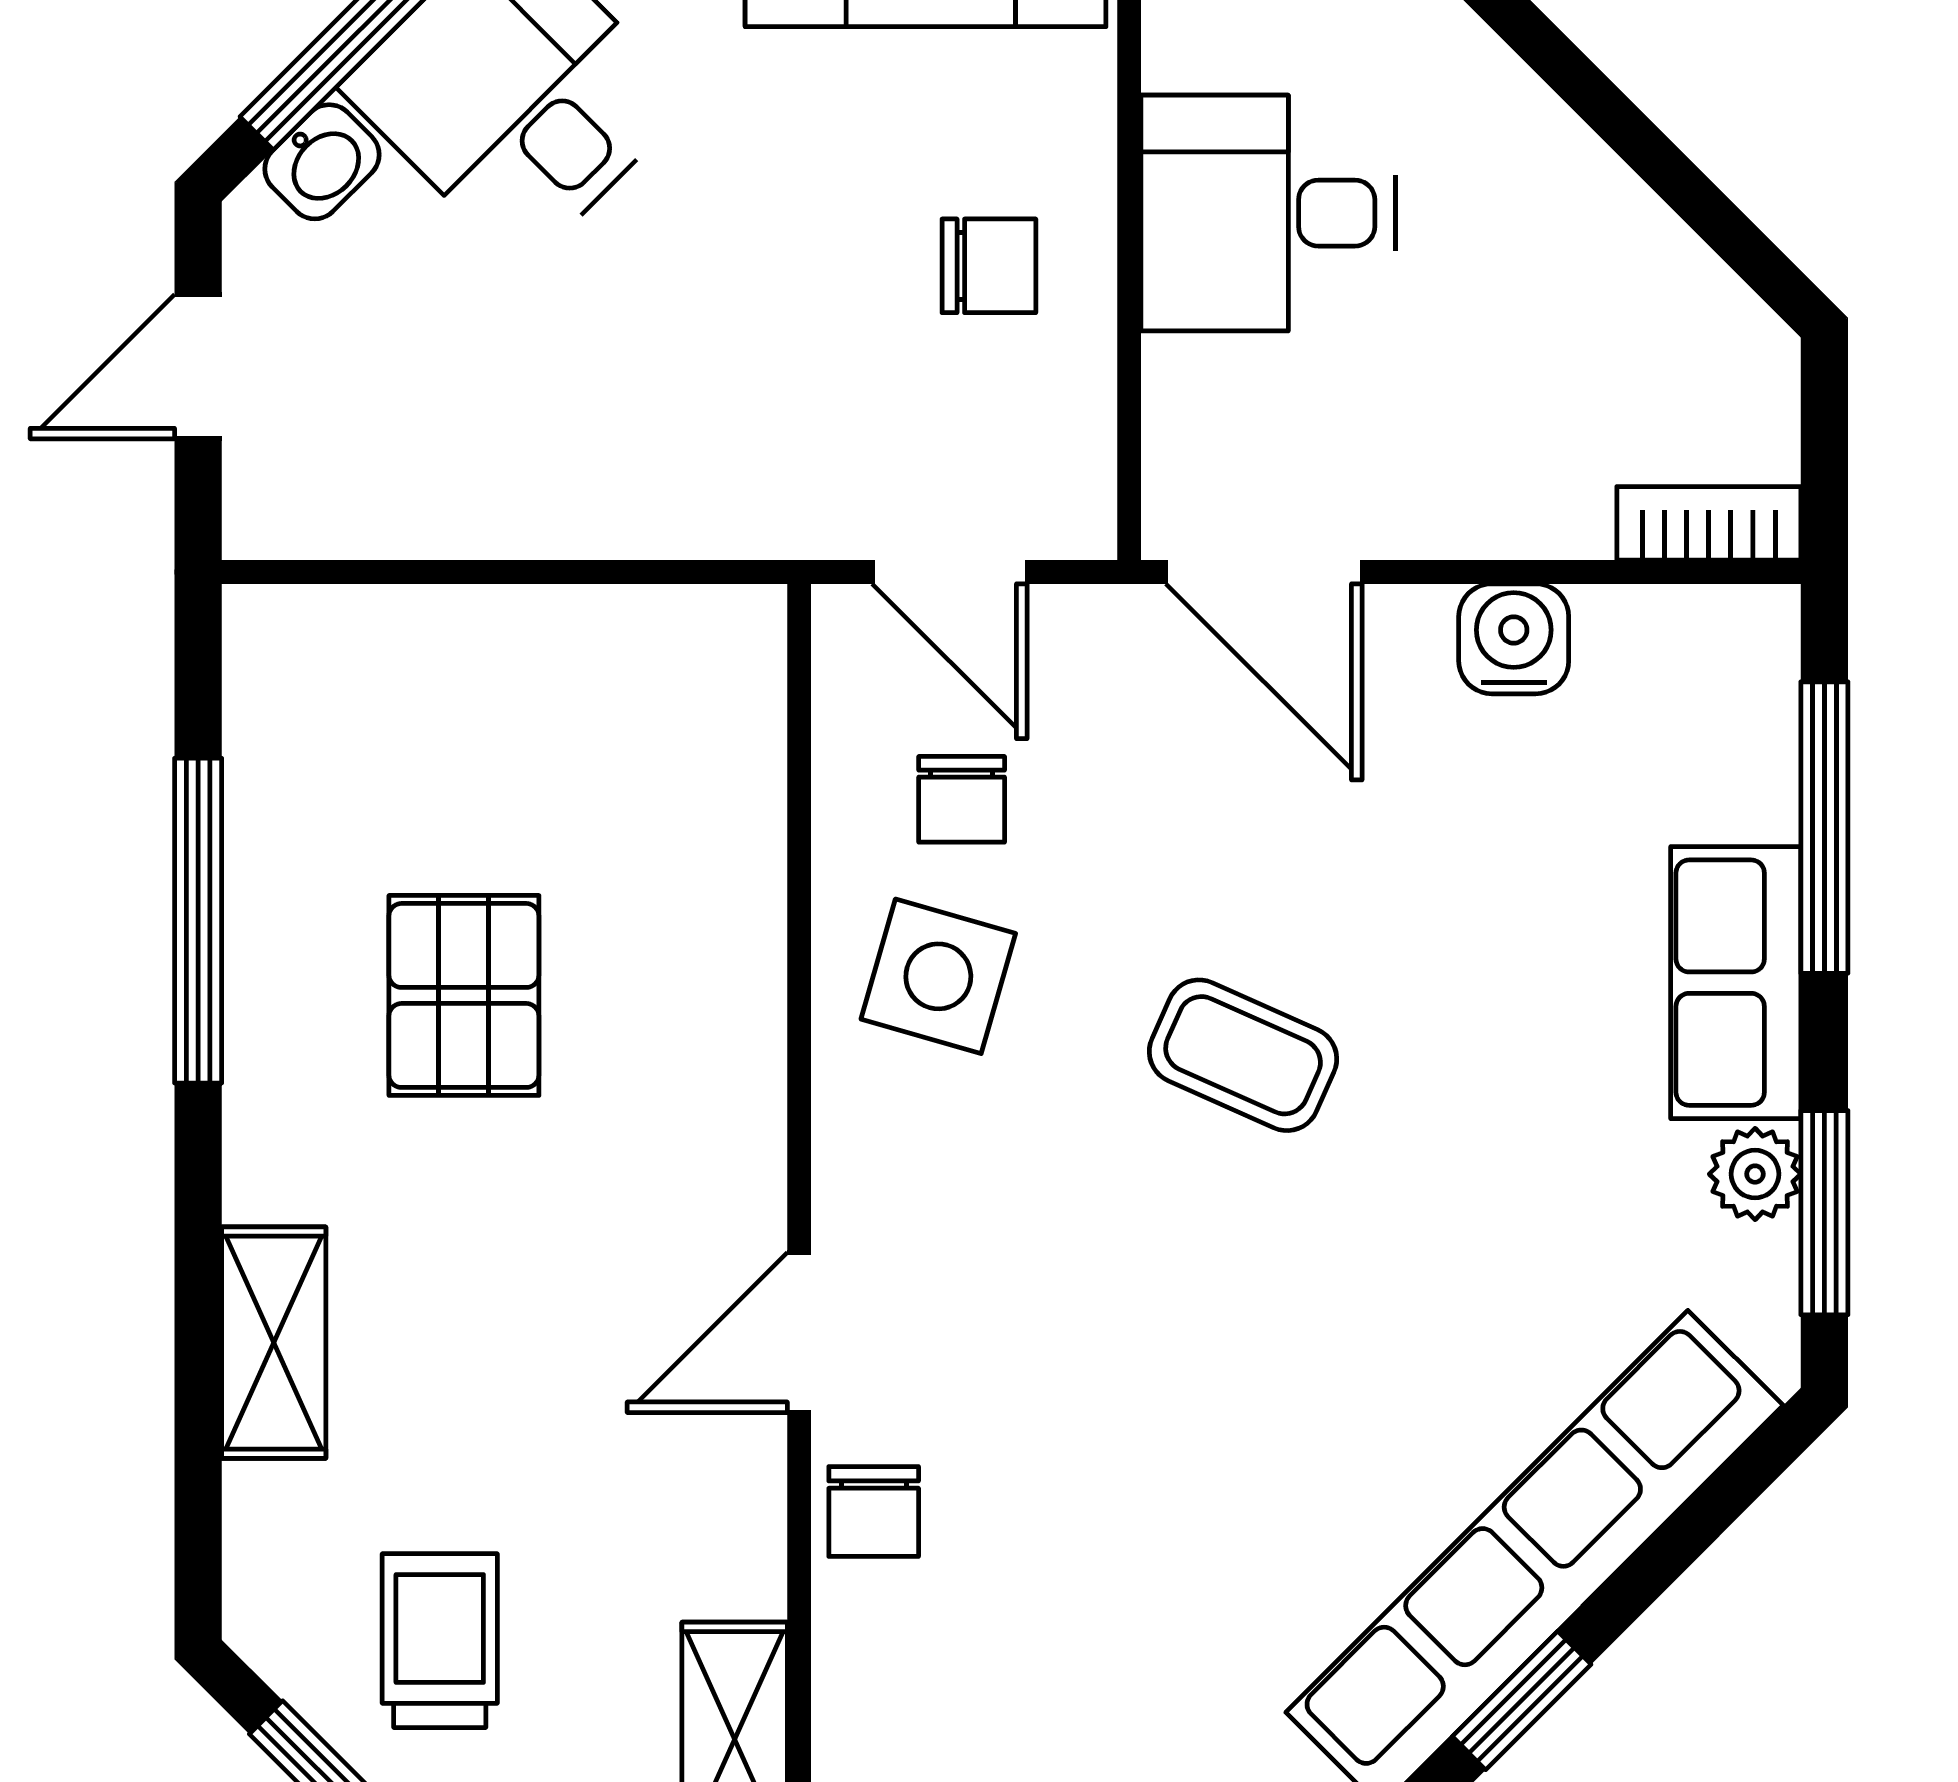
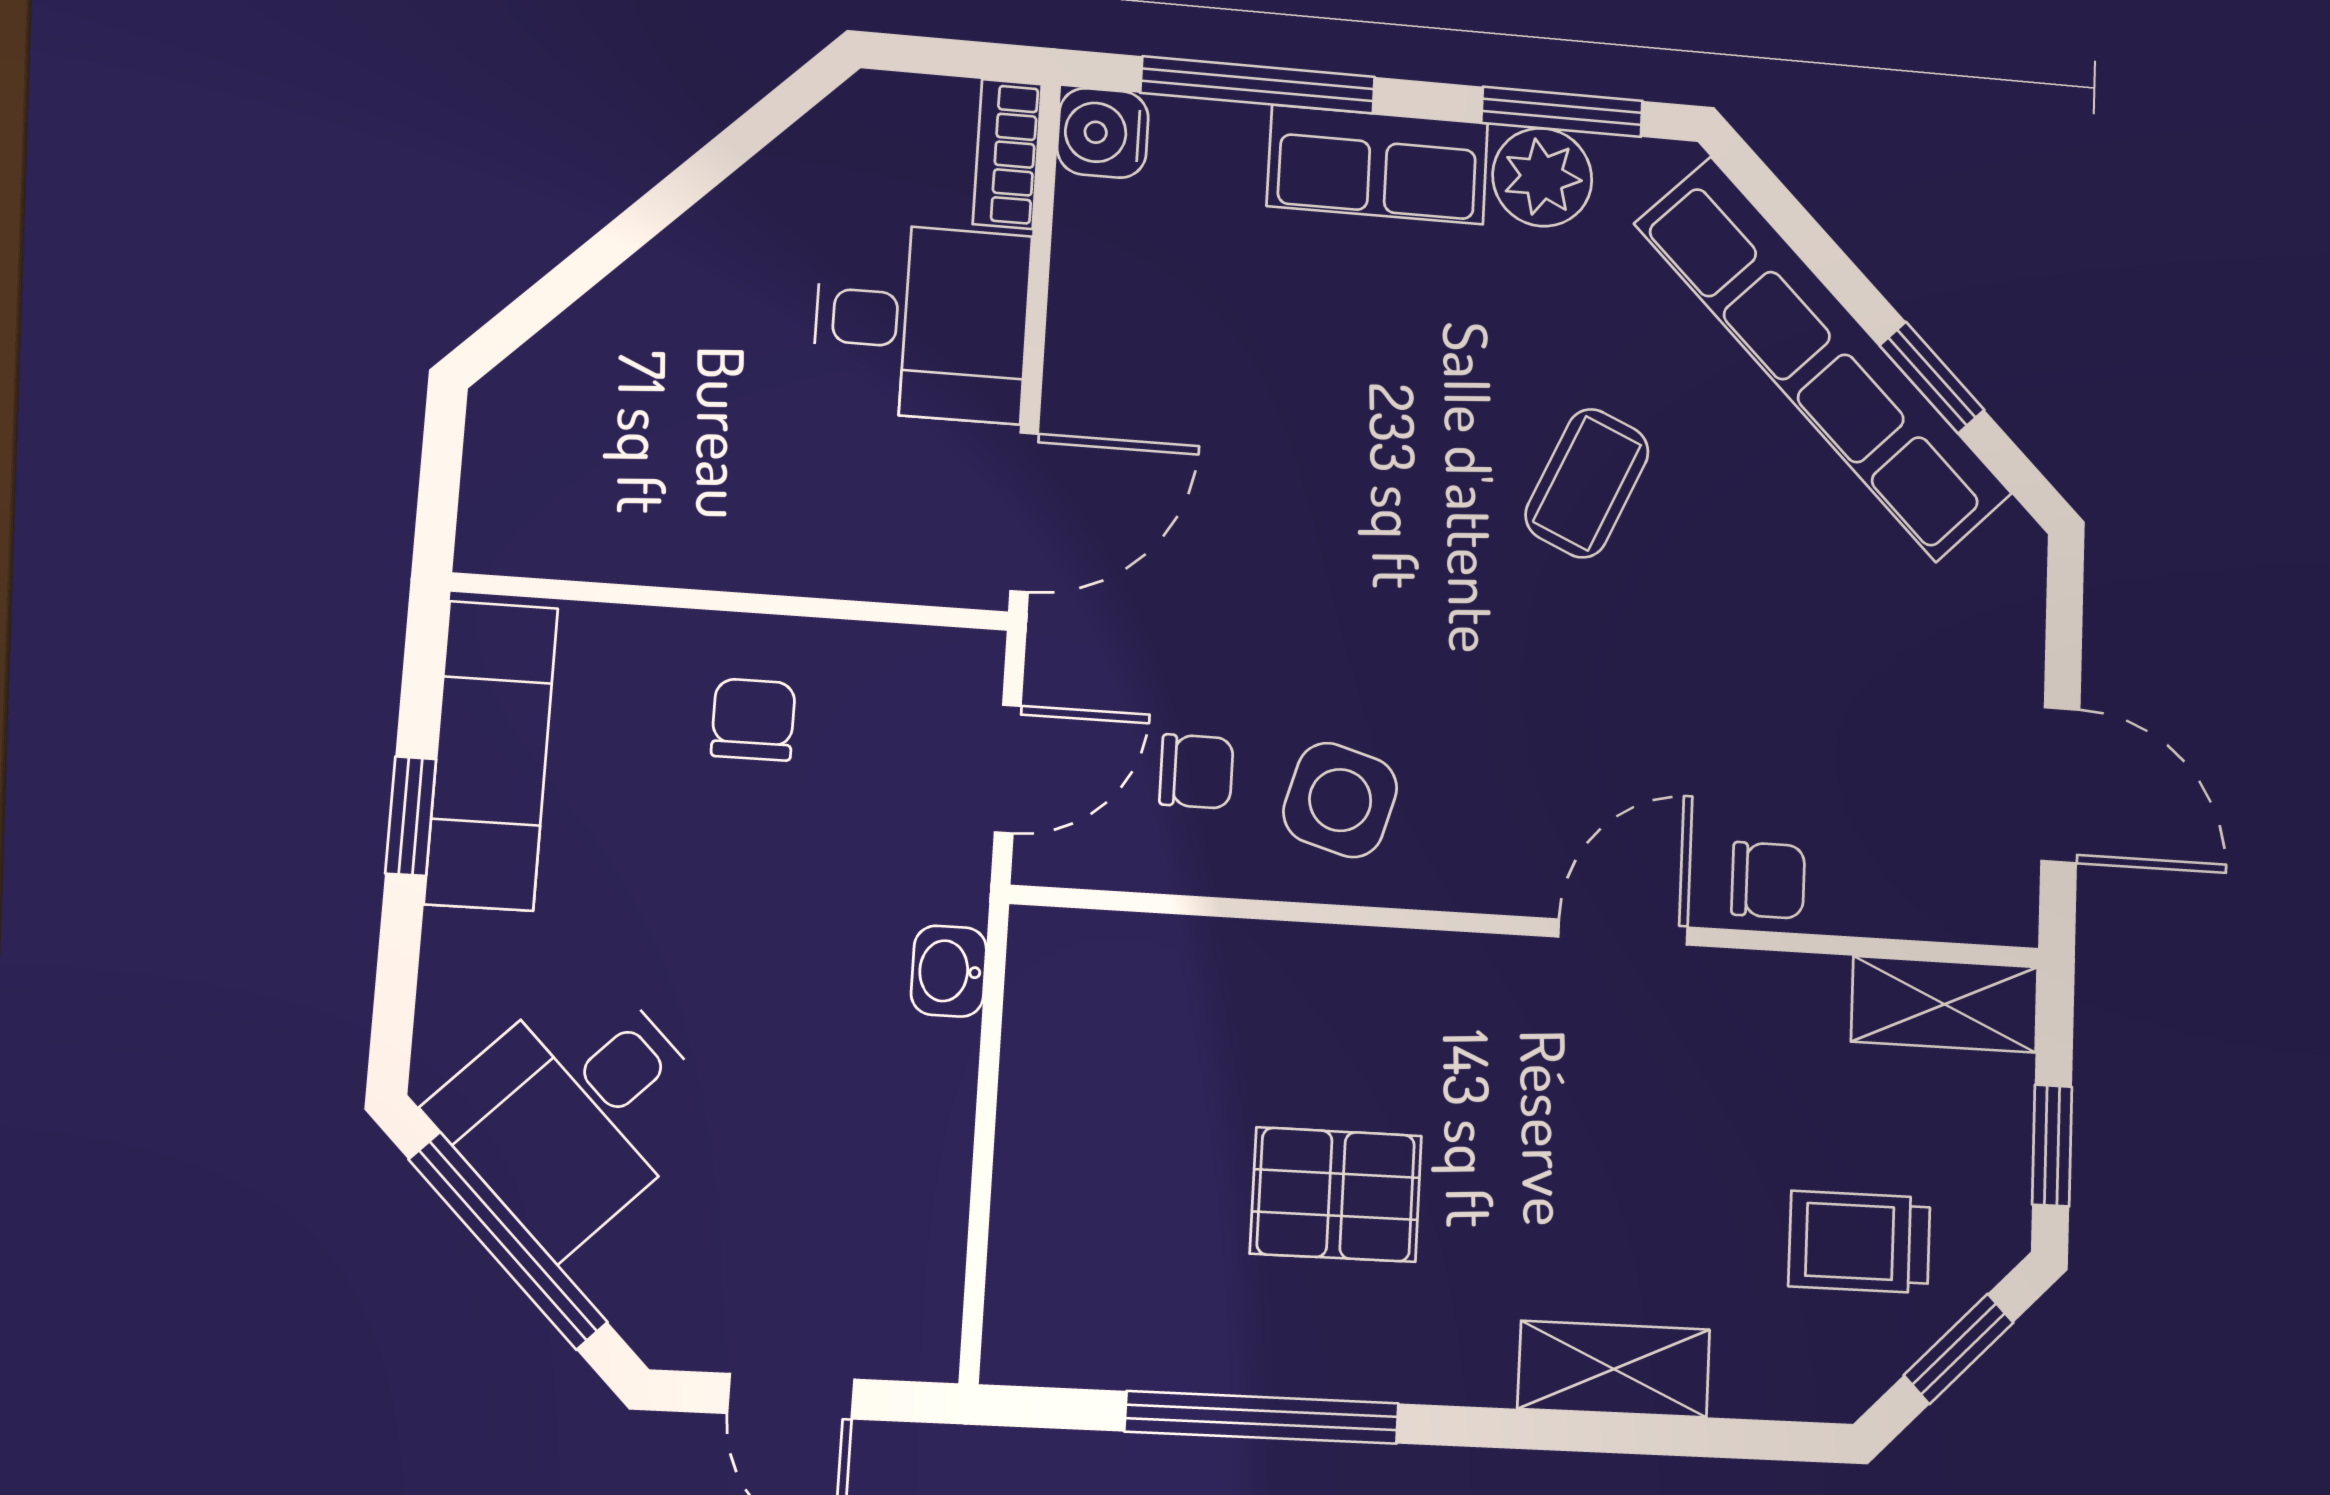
washbasin: (322, 162) -> (949, 971), moved, turned -135
desk: (1268, 213) -> (922, 322), moved, turned -90
water cooler: (1514, 639) -> (1103, 133), moved
coffee table: (1243, 1055) -> (1587, 483), moved
plant: (1755, 1174) -> (1542, 177), width x1.38, depth x1.38
door: (799, 1332) -> (1623, 932), swing flipped

